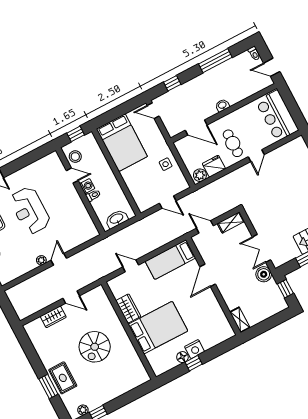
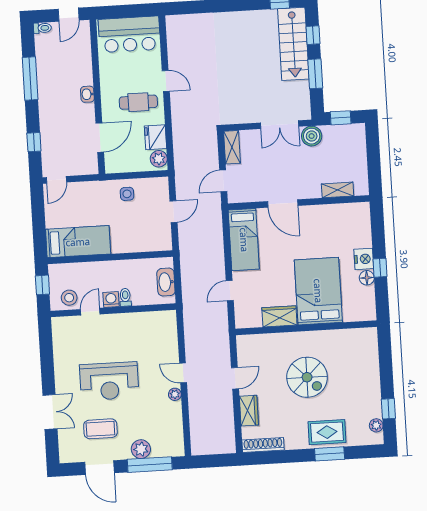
bed: (122, 143) -> (78, 242), width x0.67
shelving: (240, 320) -> (338, 190), moved
shoe rack: (34, 337) -> (263, 445), added

